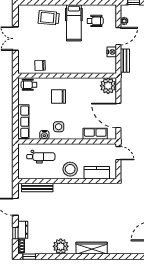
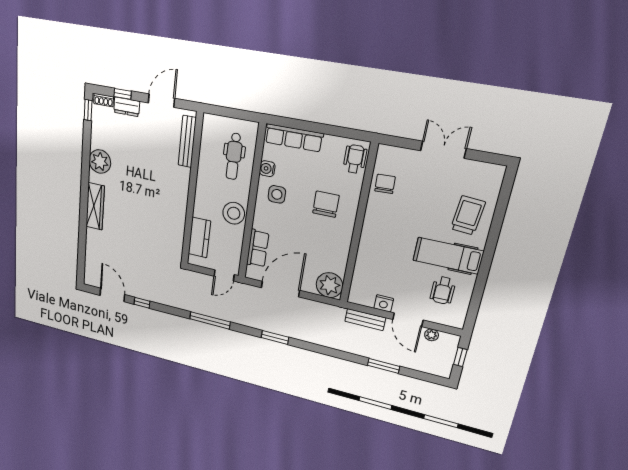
stool: (70, 169) -> (234, 213), moved

